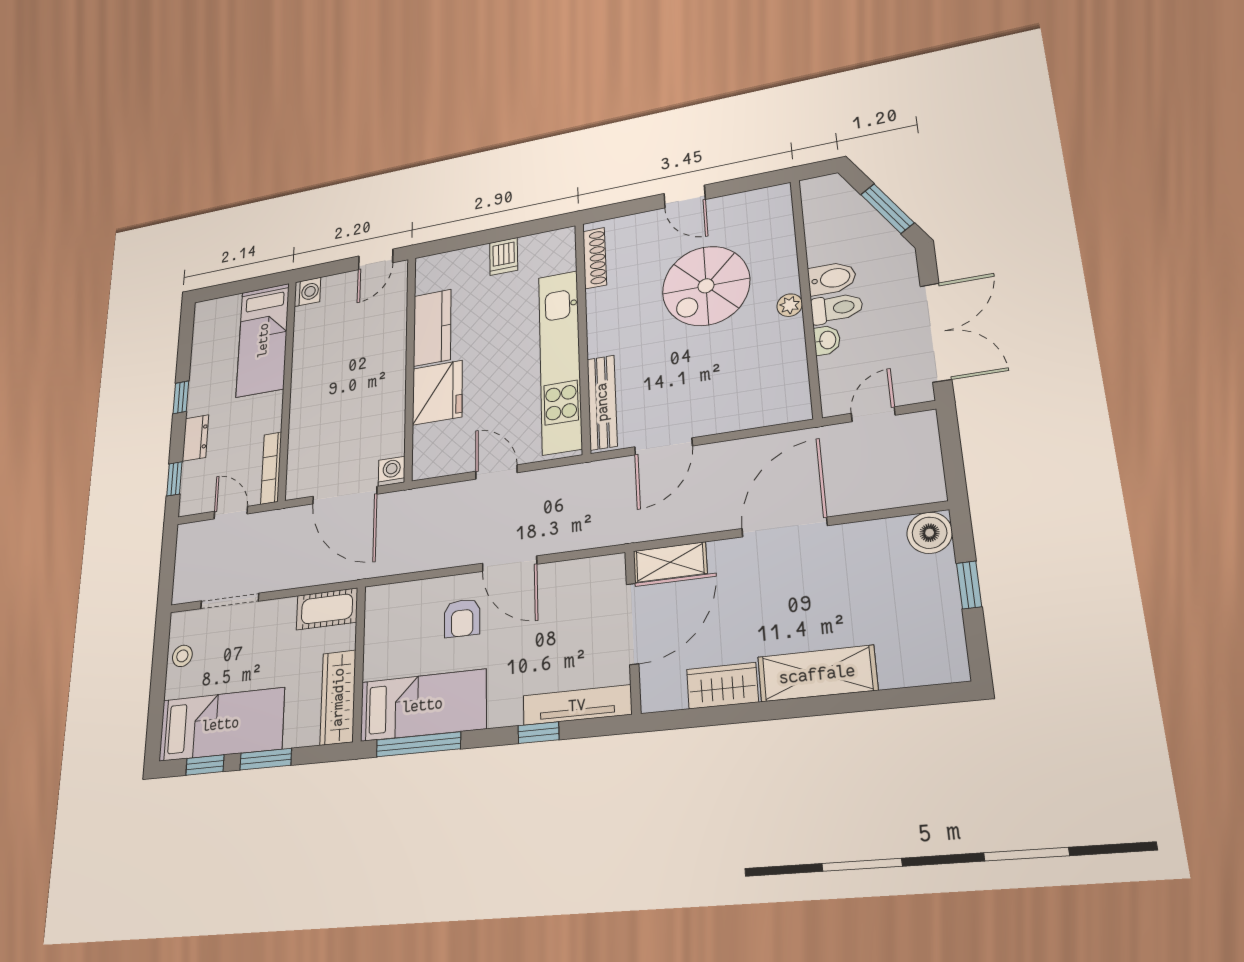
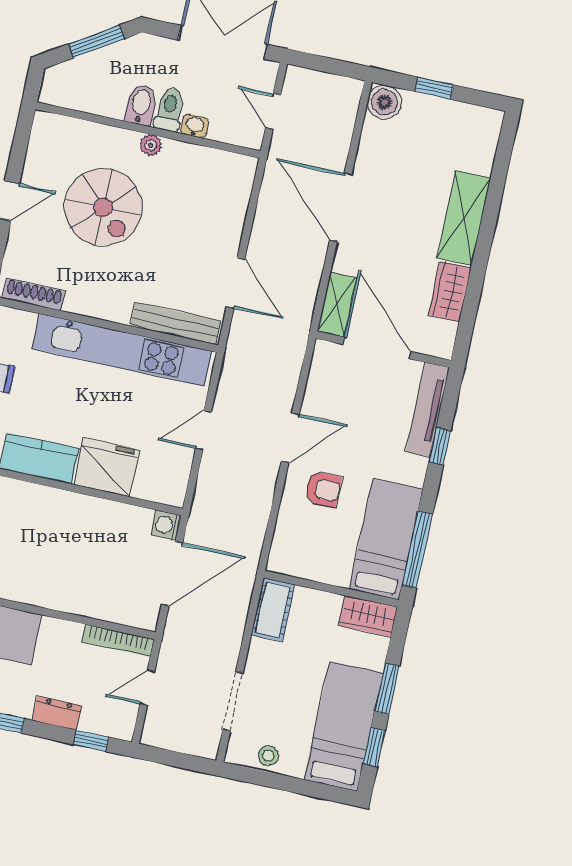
wardrobe: (338, 697) -> (368, 616), width x0.67

